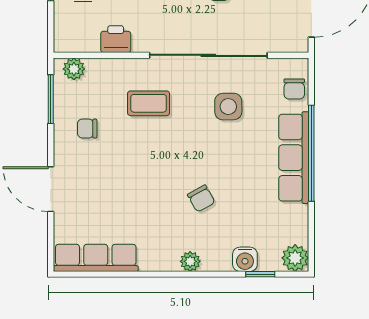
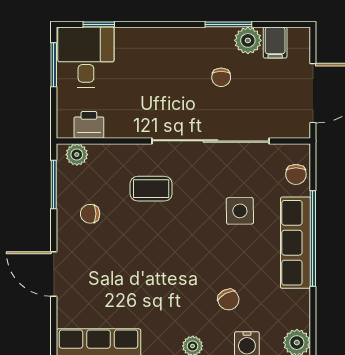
printer: (116, 39) -> (89, 125), moved
side table: (228, 107) -> (240, 211), moved
chair: (201, 199) -> (228, 300), moved

